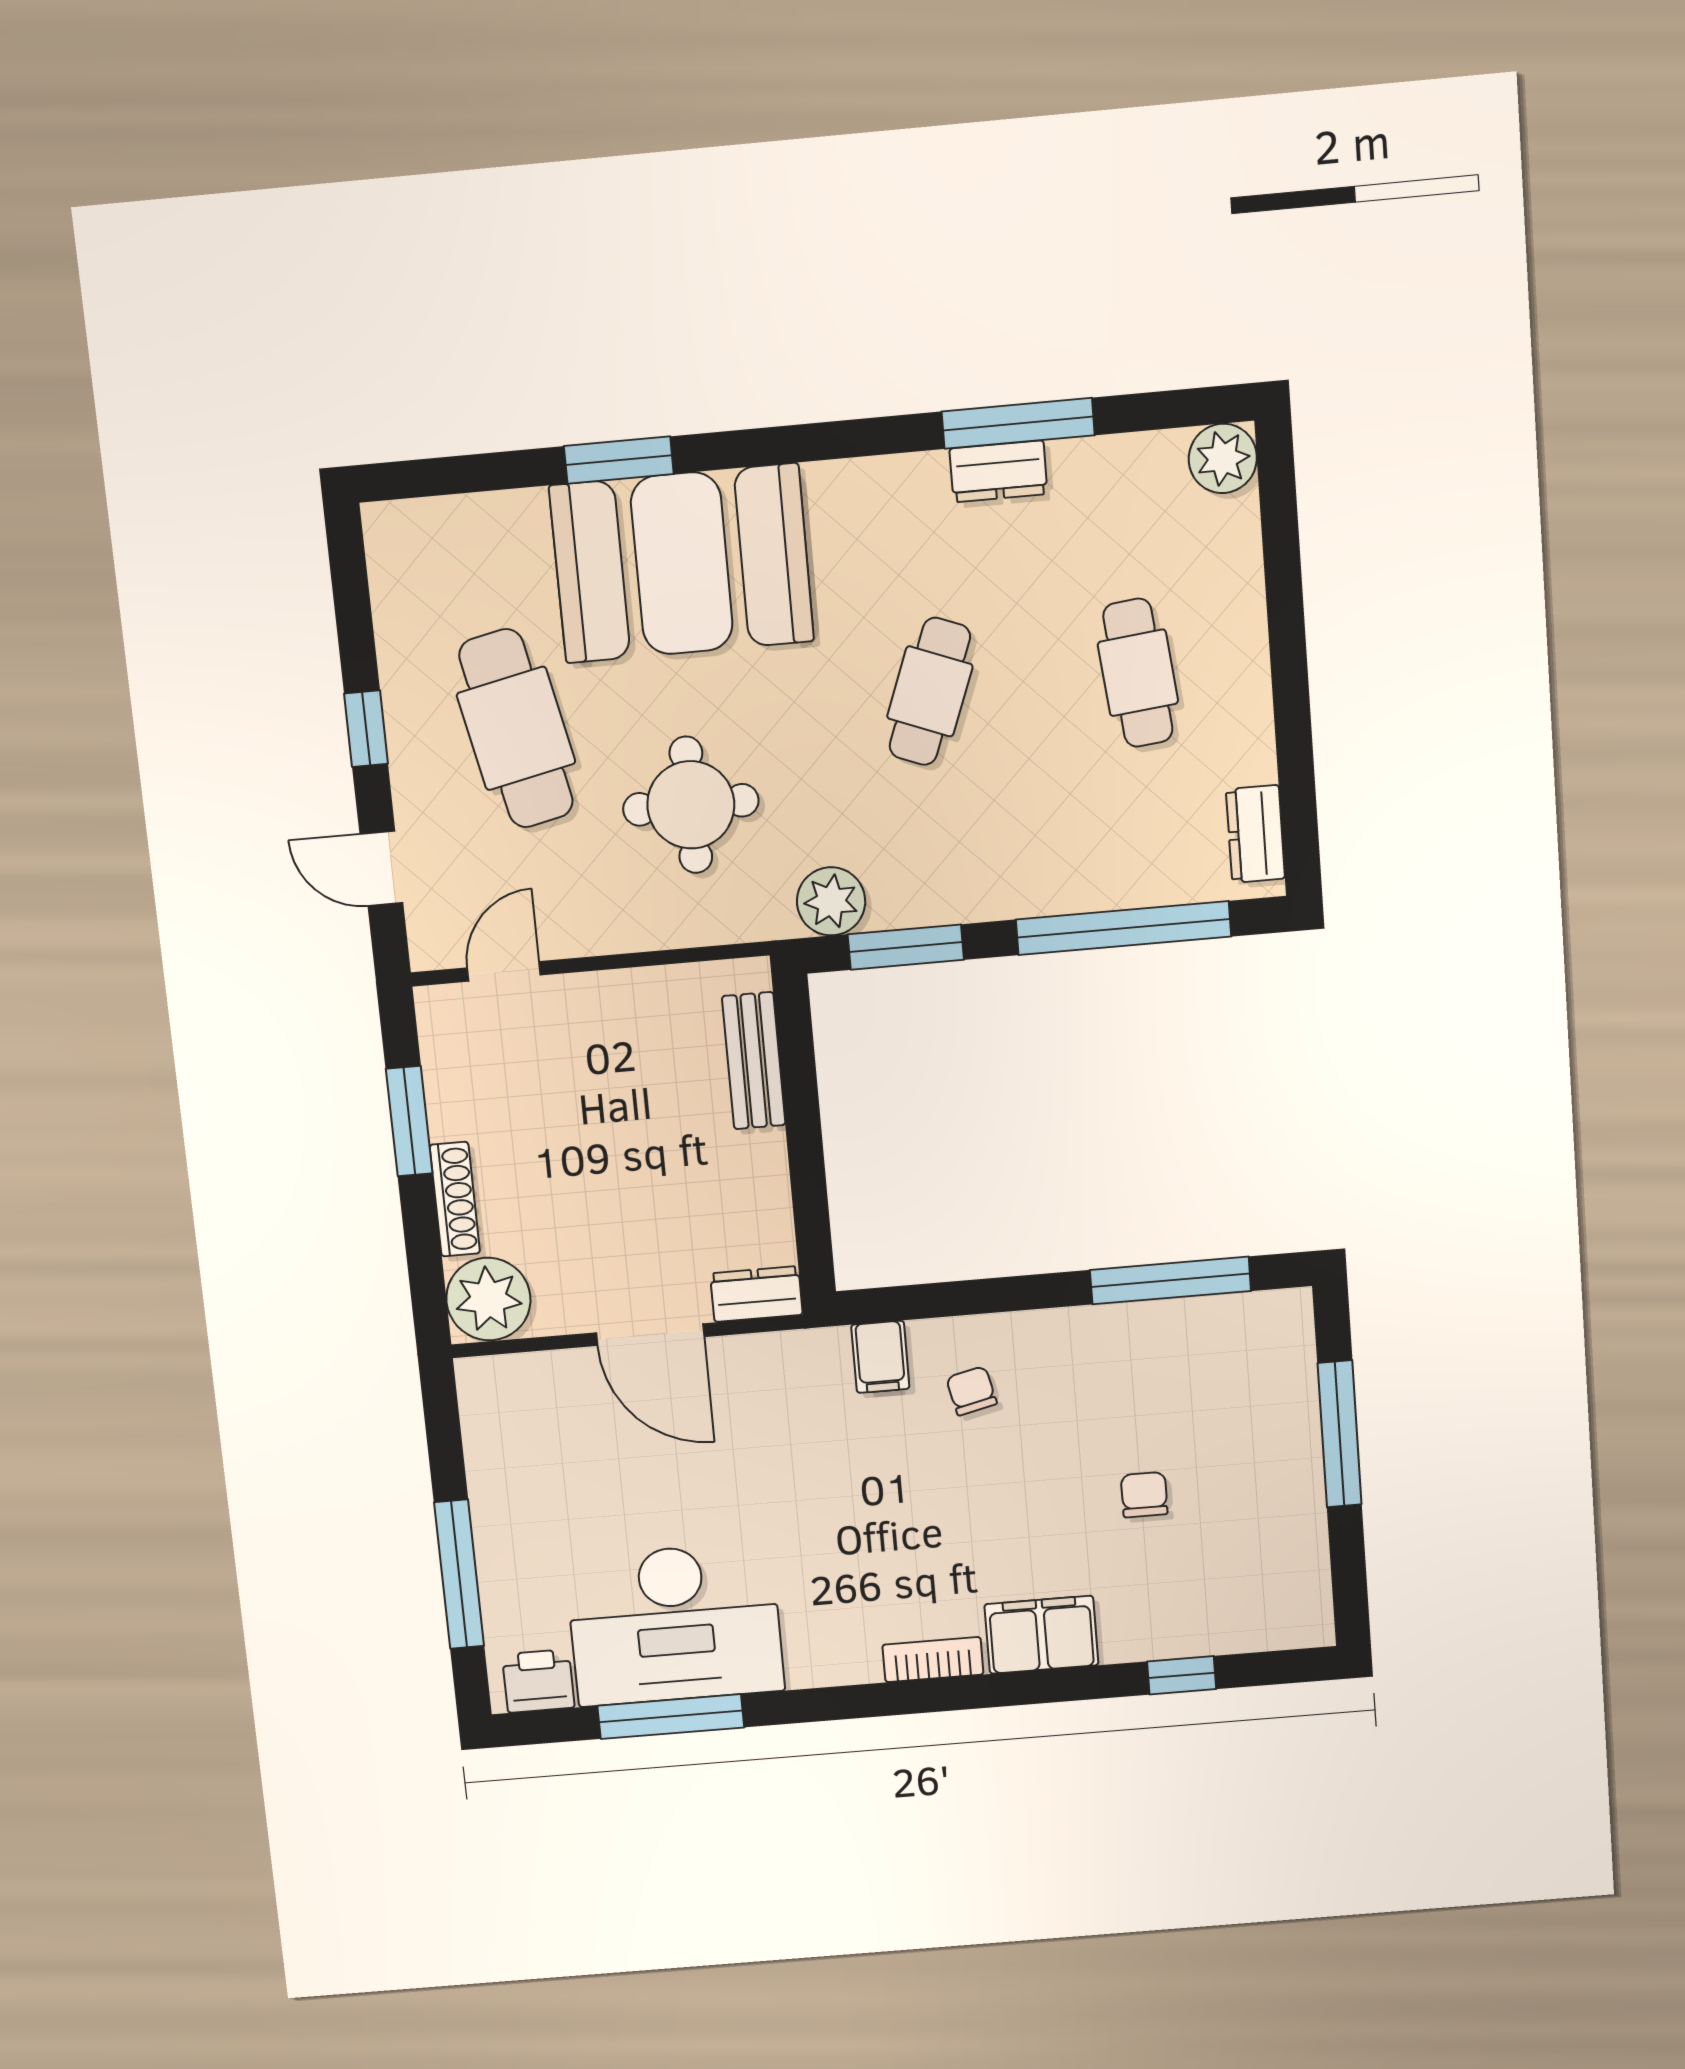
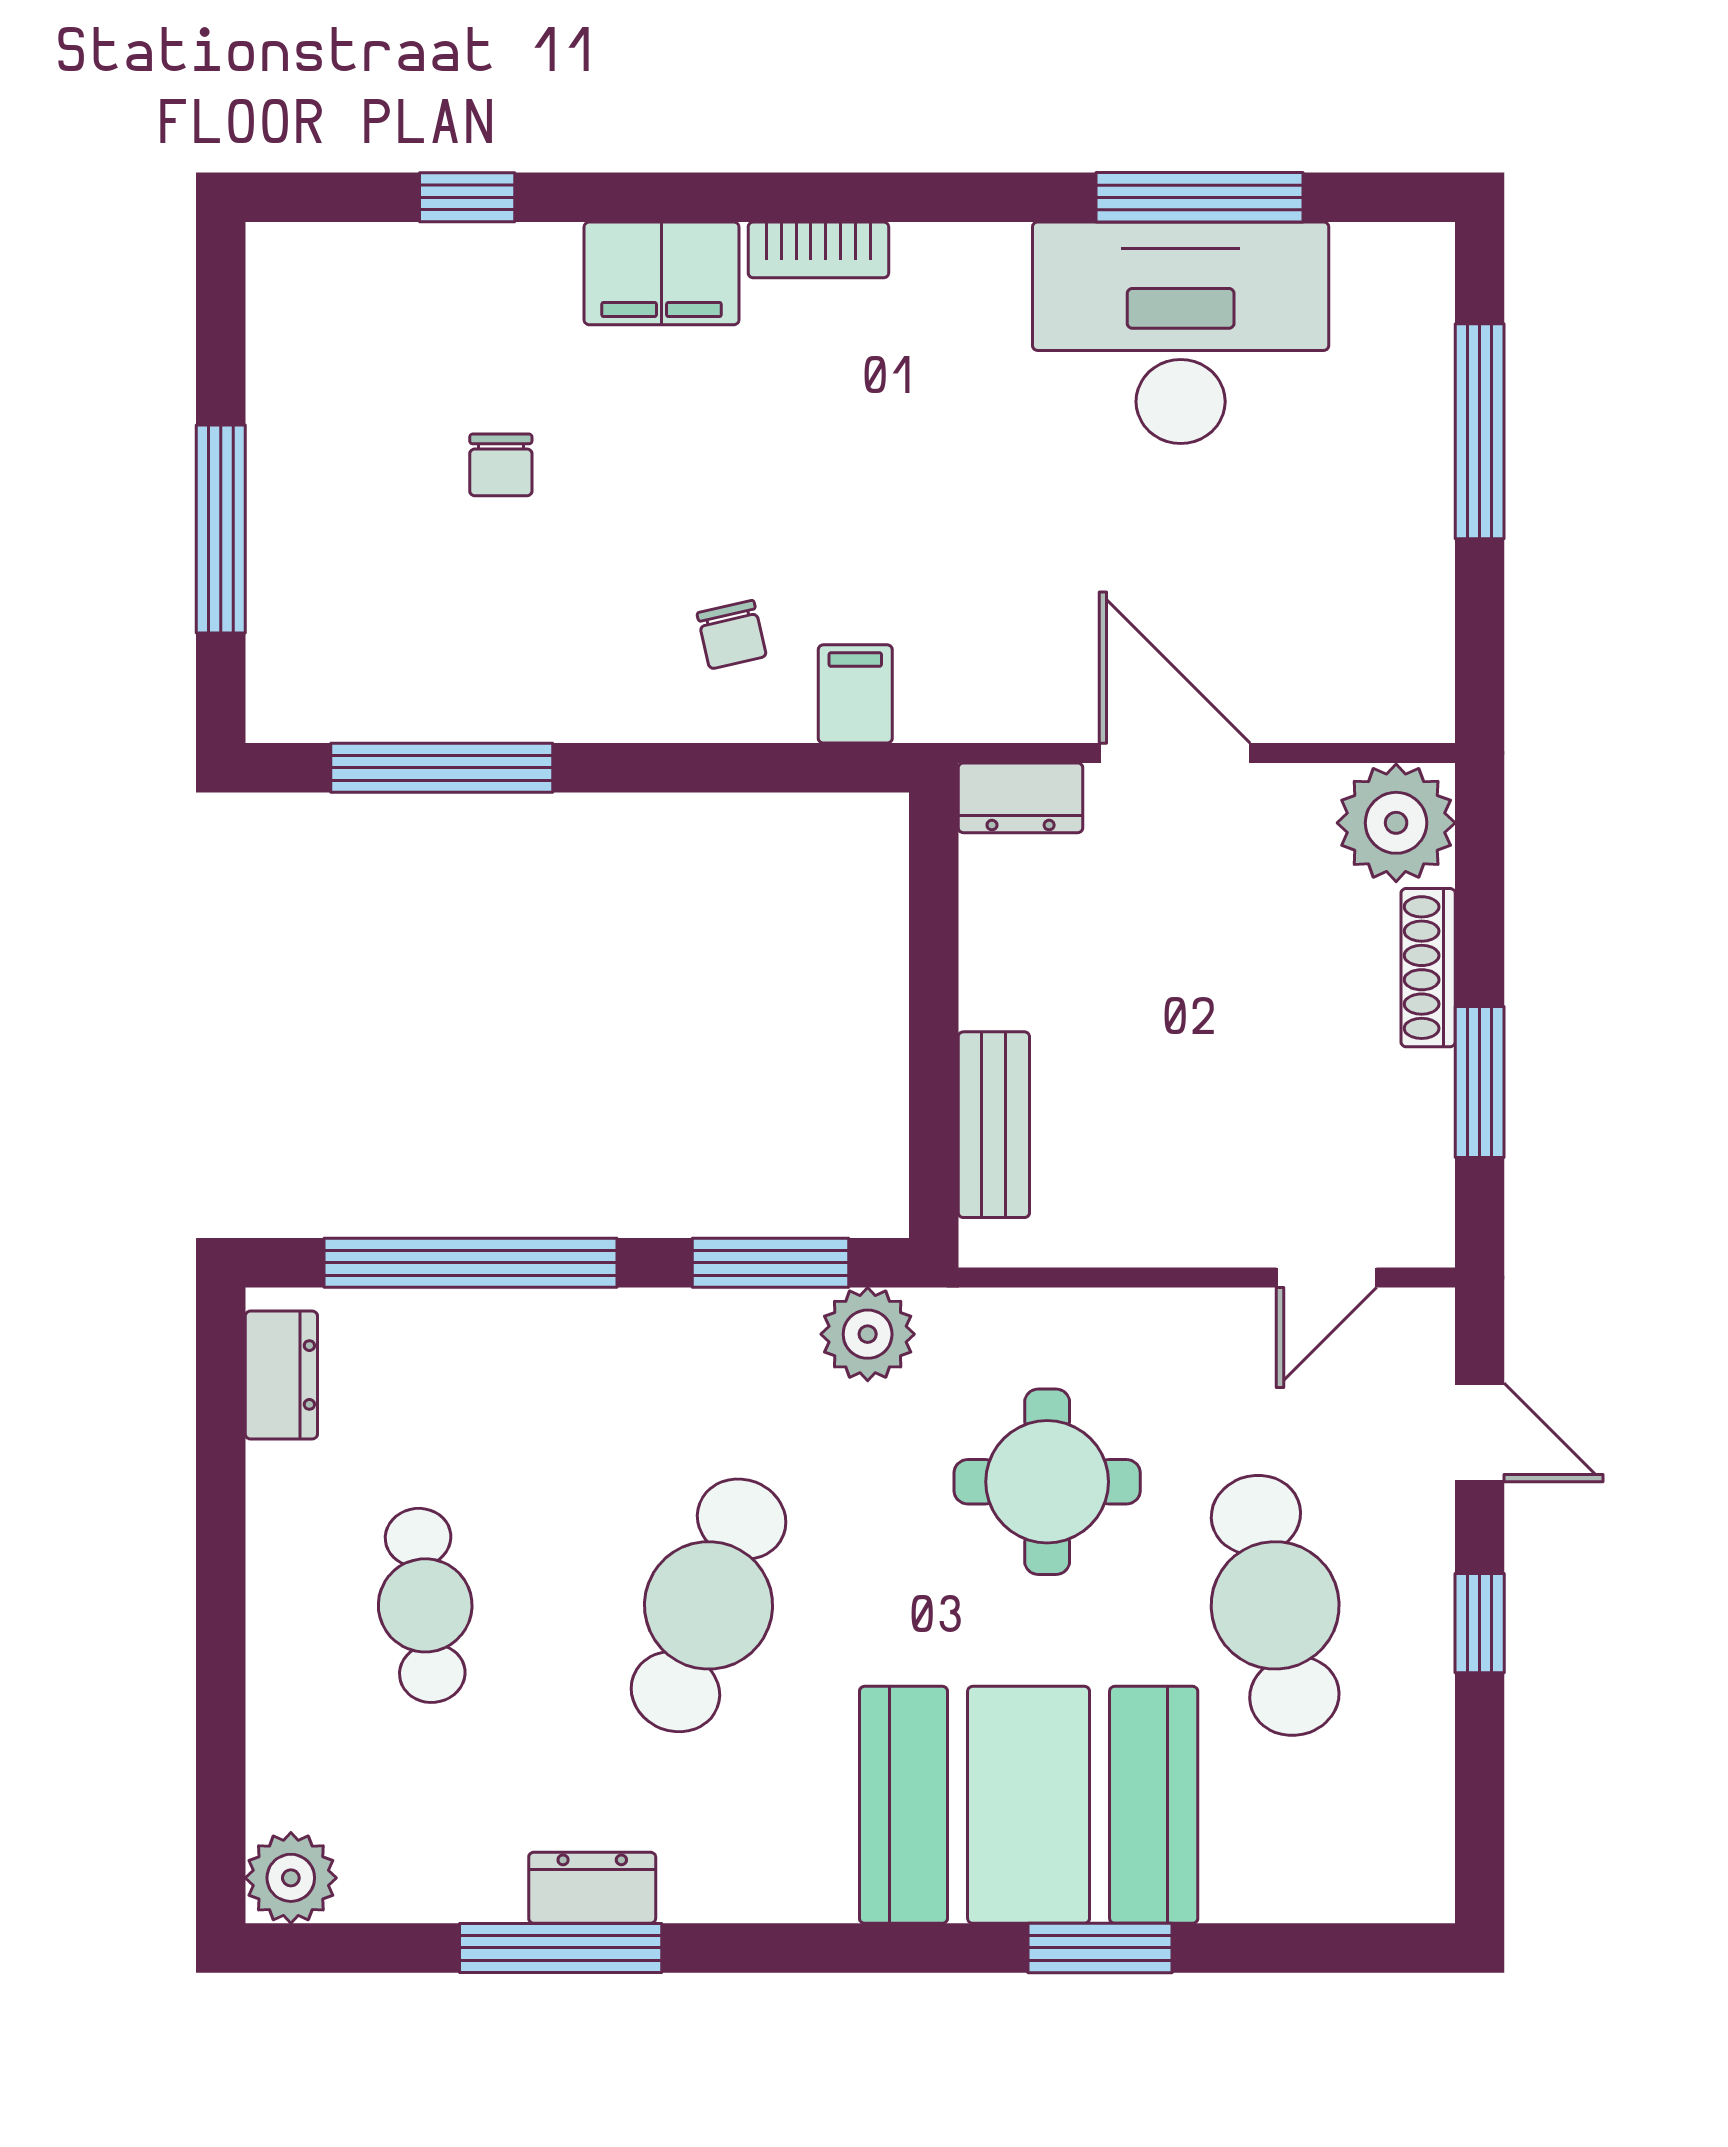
cafe table: (930, 691) -> (709, 1605), width x1.37, depth x1.35
printer: (538, 1681) -> (1383, 266), removed

